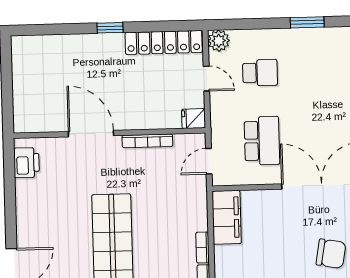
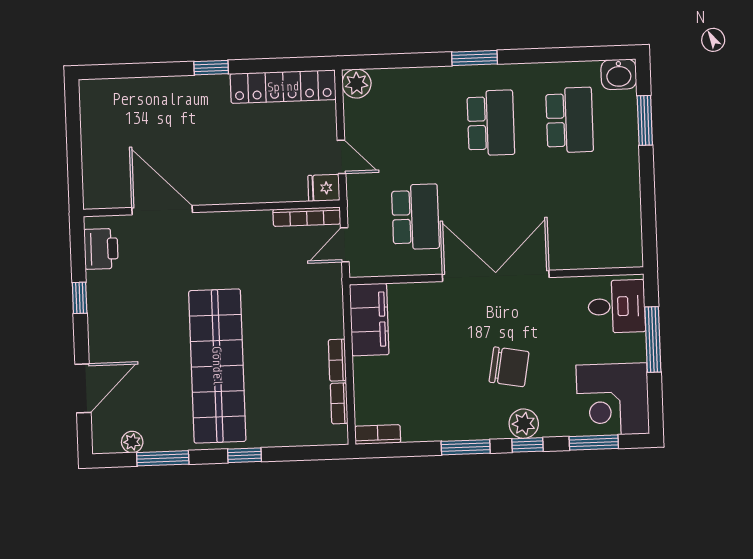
school desk: (260, 73) -> (491, 123), moved, width x1.85
door: (206, 79) -> (341, 157), moved
door: (91, 134) -> (162, 210), moved
bookcase: (147, 141) -> (307, 217), moved
window: (10, 199) -> (80, 298), added

